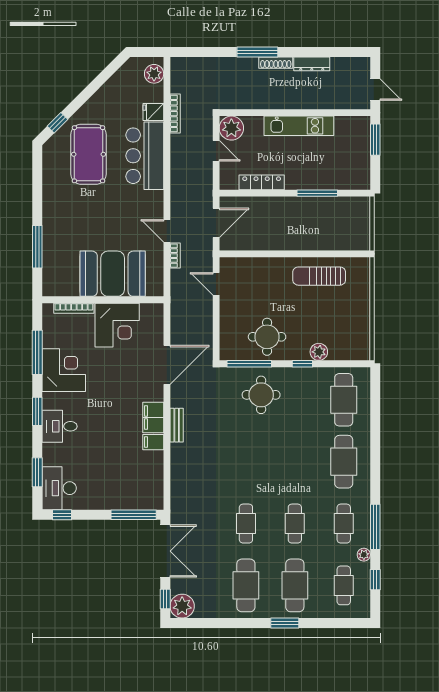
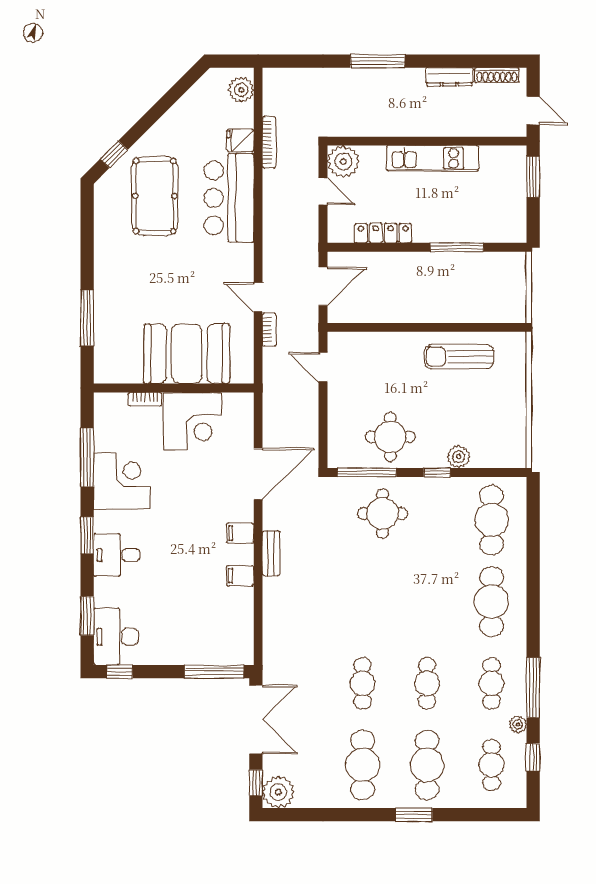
shoe rack: (276, 63) -> (497, 75), moved
bookcase: (74, 308) -> (145, 399), width x0.64
filing cabinet: (153, 418) -> (240, 533), width x0.50

